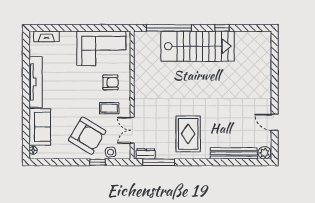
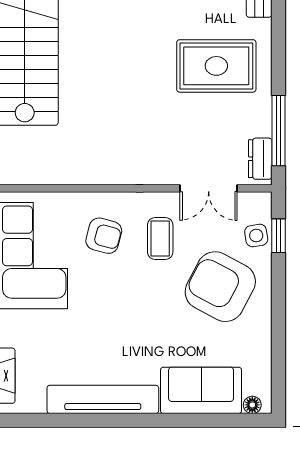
armchair: (110, 82) -> (104, 236), turned 106
armchair: (87, 136) -> (220, 287), turned -93
window: (98, 162) -> (278, 236), moved

